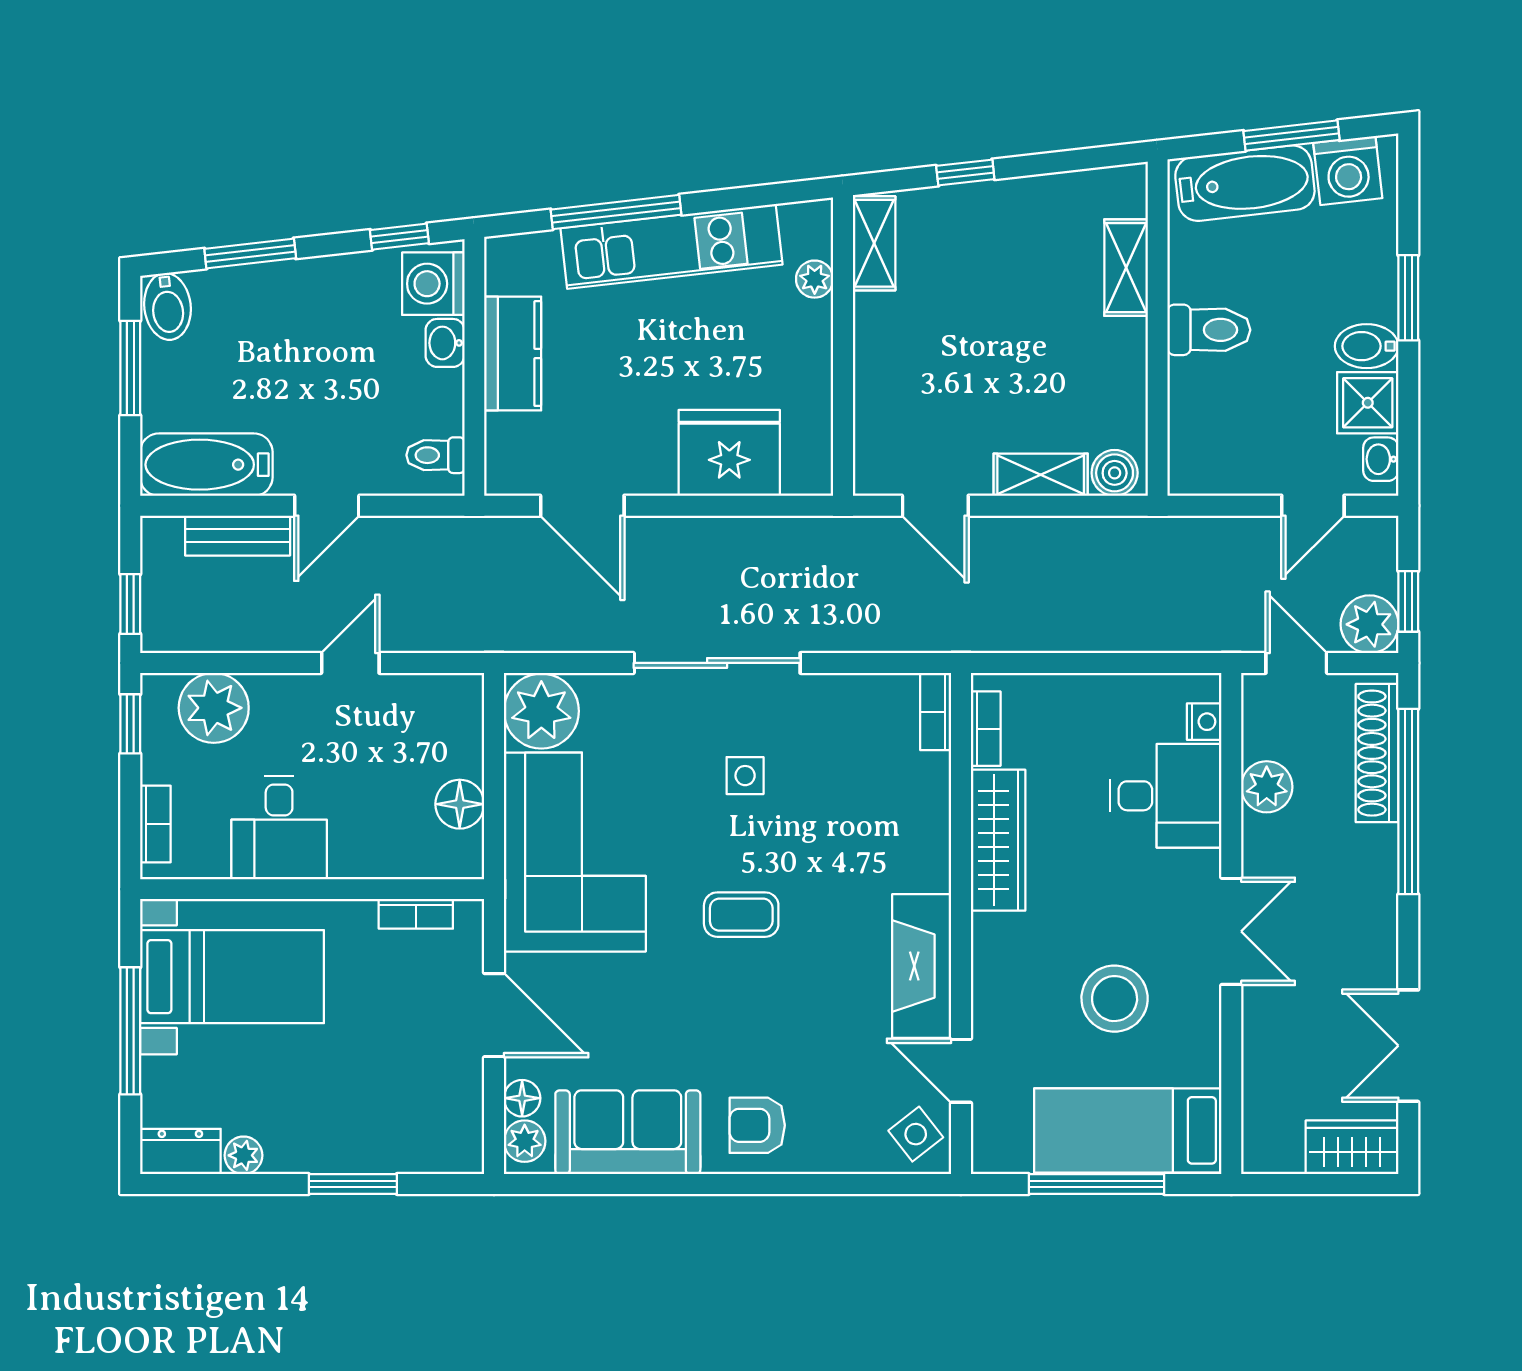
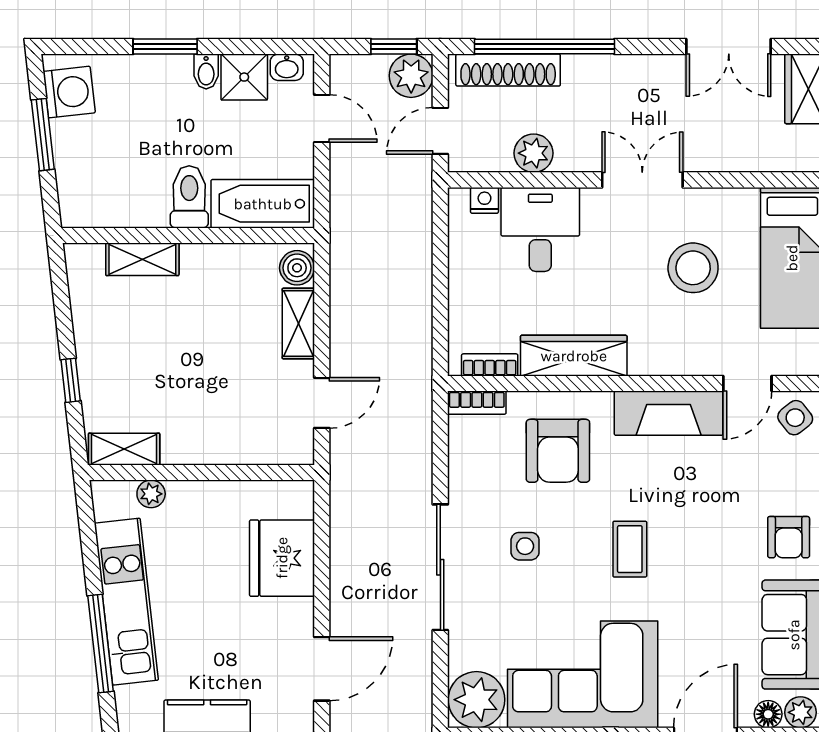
bathtub: (1245, 183) -> (263, 204), moved, turned -84
bidet: (1367, 346) -> (206, 72), width x0.72, depth x0.74
armchair: (872, 819) -> (558, 451), added

